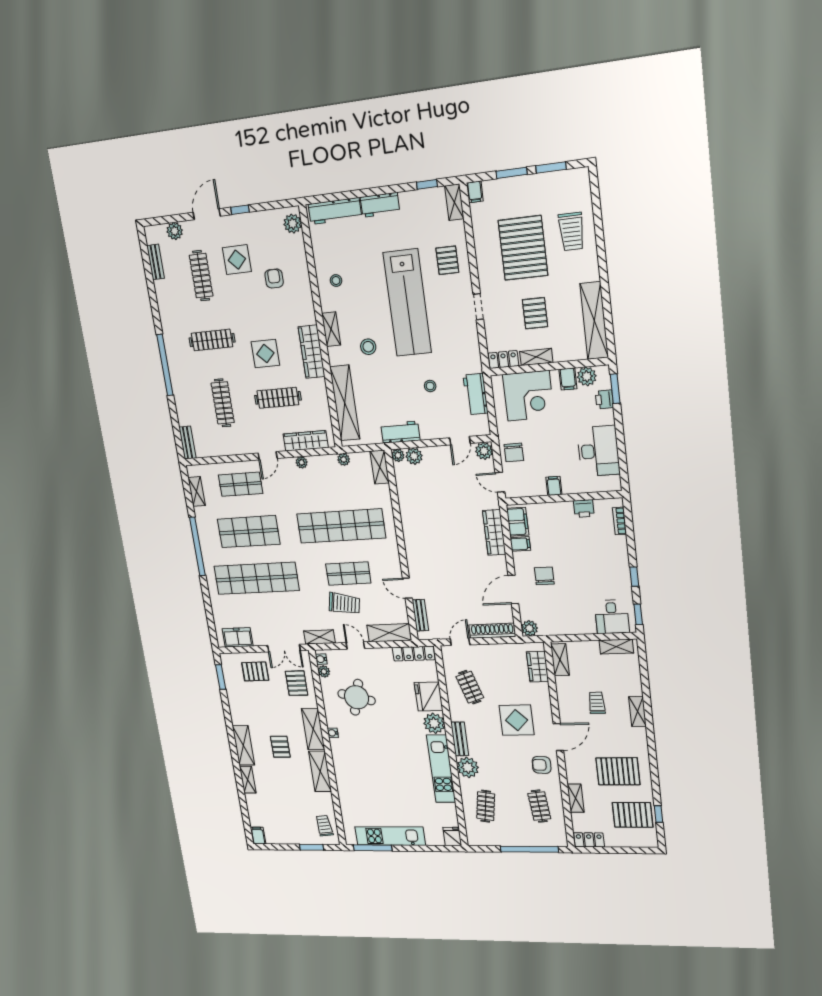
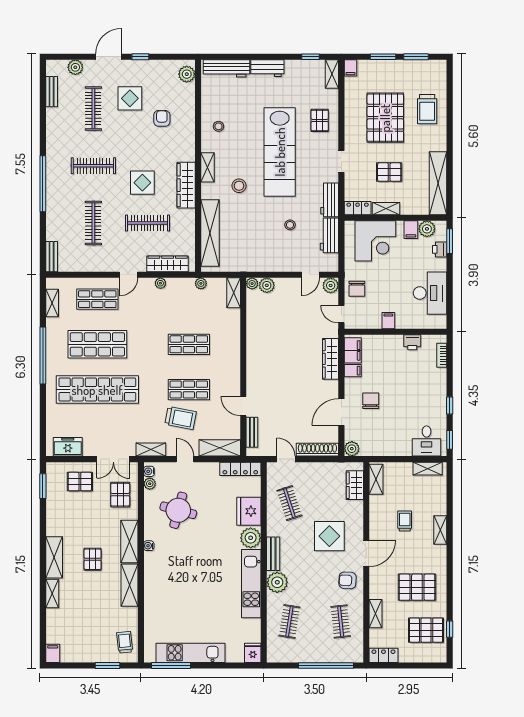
pallet: (535, 313) -> (389, 172), turned 90
workbench: (400, 432) -> (330, 200), moved, turned -90
shop shelf: (341, 526) -> (189, 344), width x0.50, depth x0.74
door: (460, 642) -> (286, 459), hinge flipped

